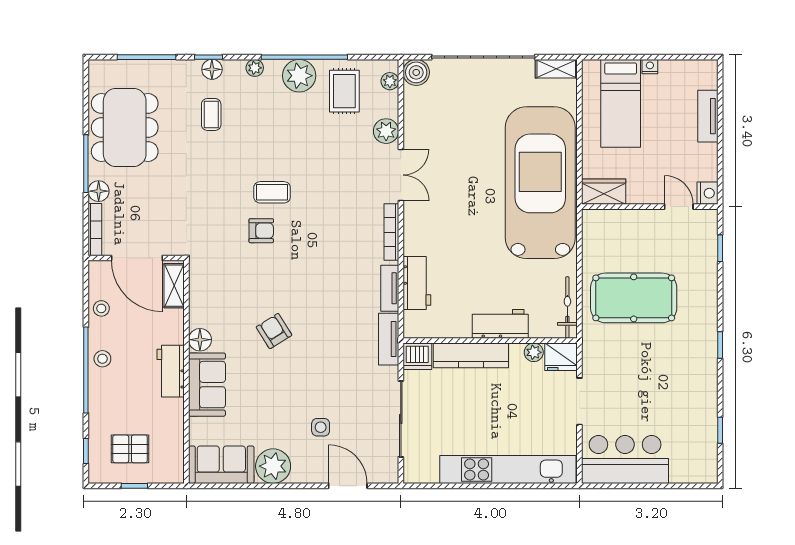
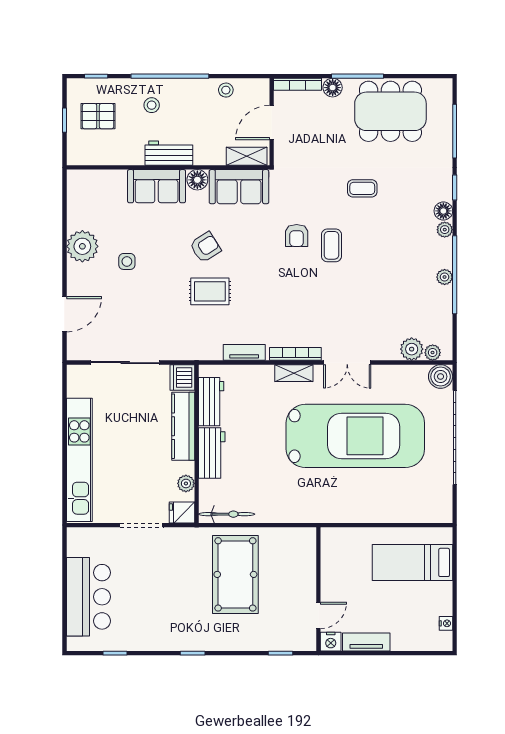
nightstand: (650, 67) -> (446, 623), moved
floor lamp: (212, 69) -> (443, 211), moved
shelving: (556, 69) -> (294, 373), moved, turned 90
plant: (299, 76) -> (445, 277), width x0.53, depth x0.53
rug: (344, 91) -> (210, 291), moved
coffee table: (211, 114) -> (362, 188), moved
tv unit: (708, 116) -> (366, 642), moved
plant: (386, 131) -> (412, 349), moved
car: (540, 183) -> (355, 436), moved
wardrobe: (604, 192) -> (332, 547), removed
door: (137, 258) -> (272, 122), width x0.73
workbench: (417, 283) -> (211, 402), moved, turned -90
tv unit: (389, 339) -> (198, 351), removed
fridge: (561, 357) -> (182, 512), width x0.72
stool: (102, 359) -> (152, 105), moved
side table: (321, 427) -> (127, 261), moved
pallet: (130, 449) -> (98, 116), turned 90
bar counter: (625, 459) -> (88, 597), moved
sofa: (221, 465) -> (239, 187), moved, turned 90

